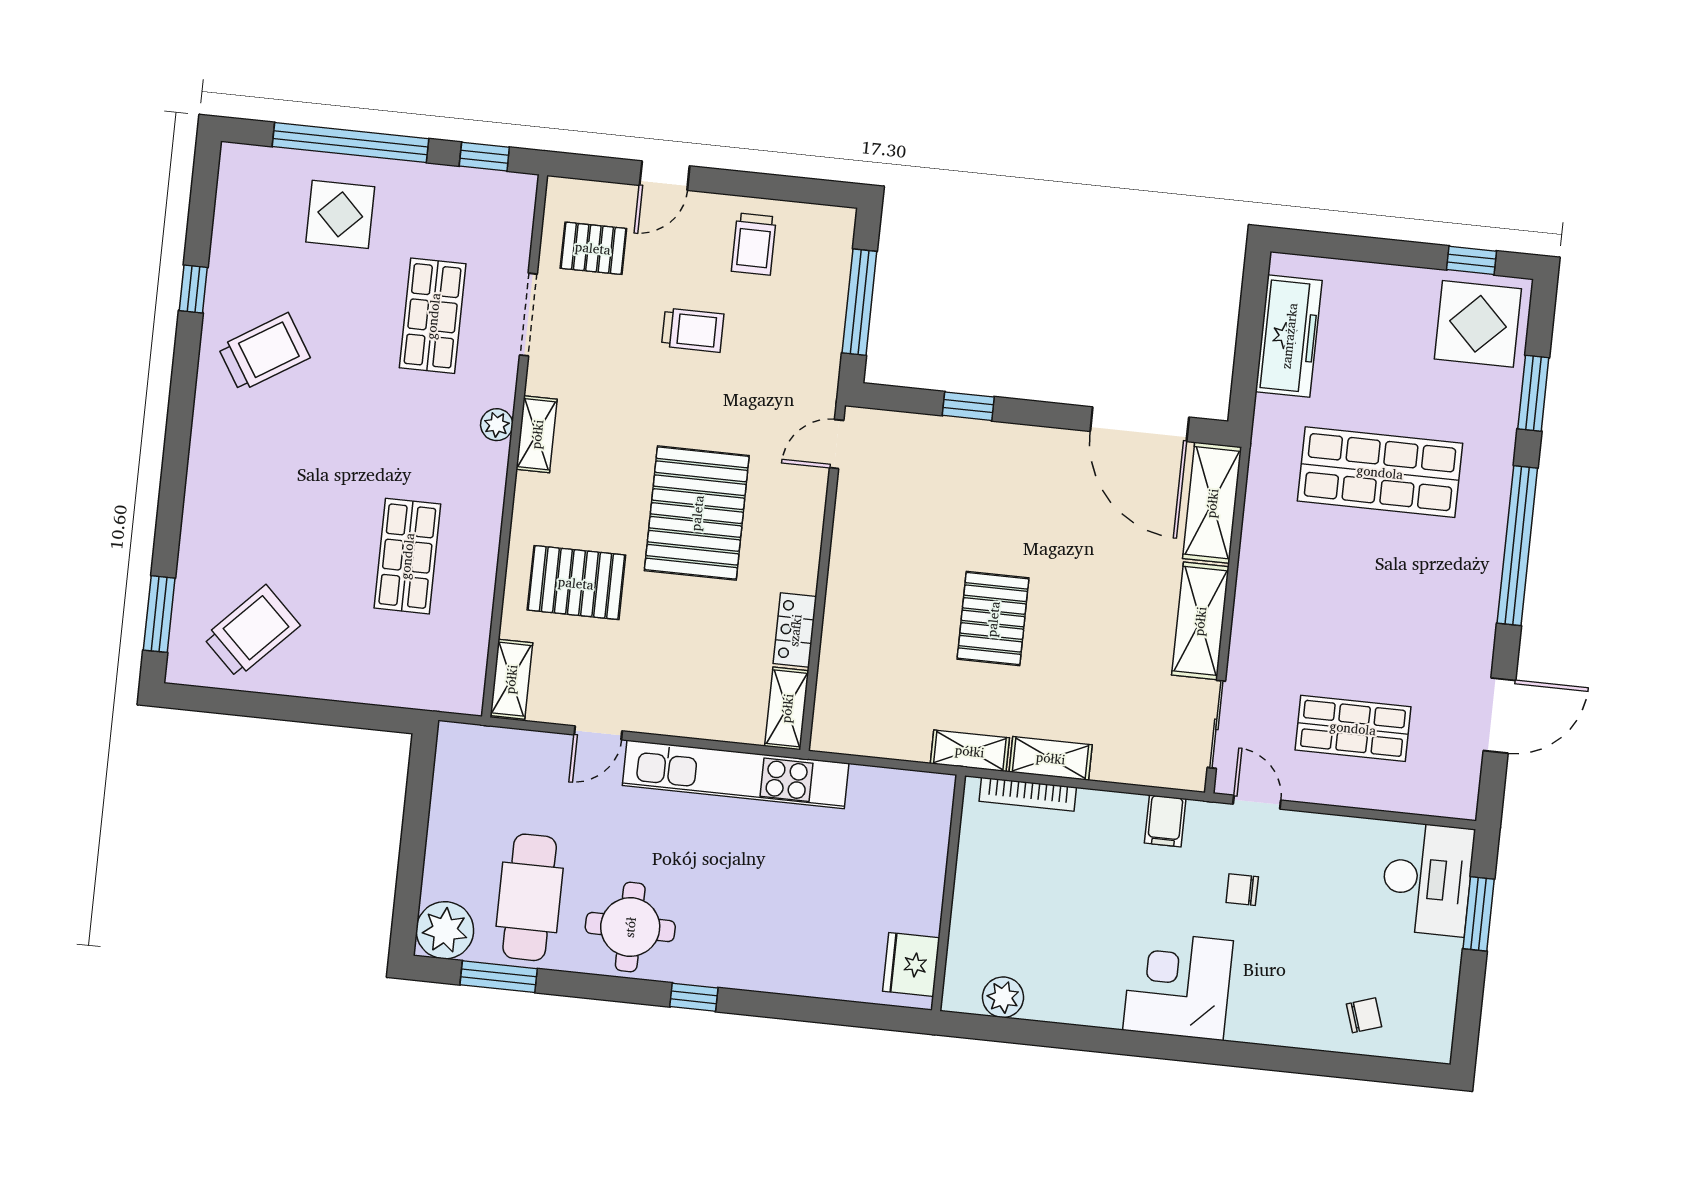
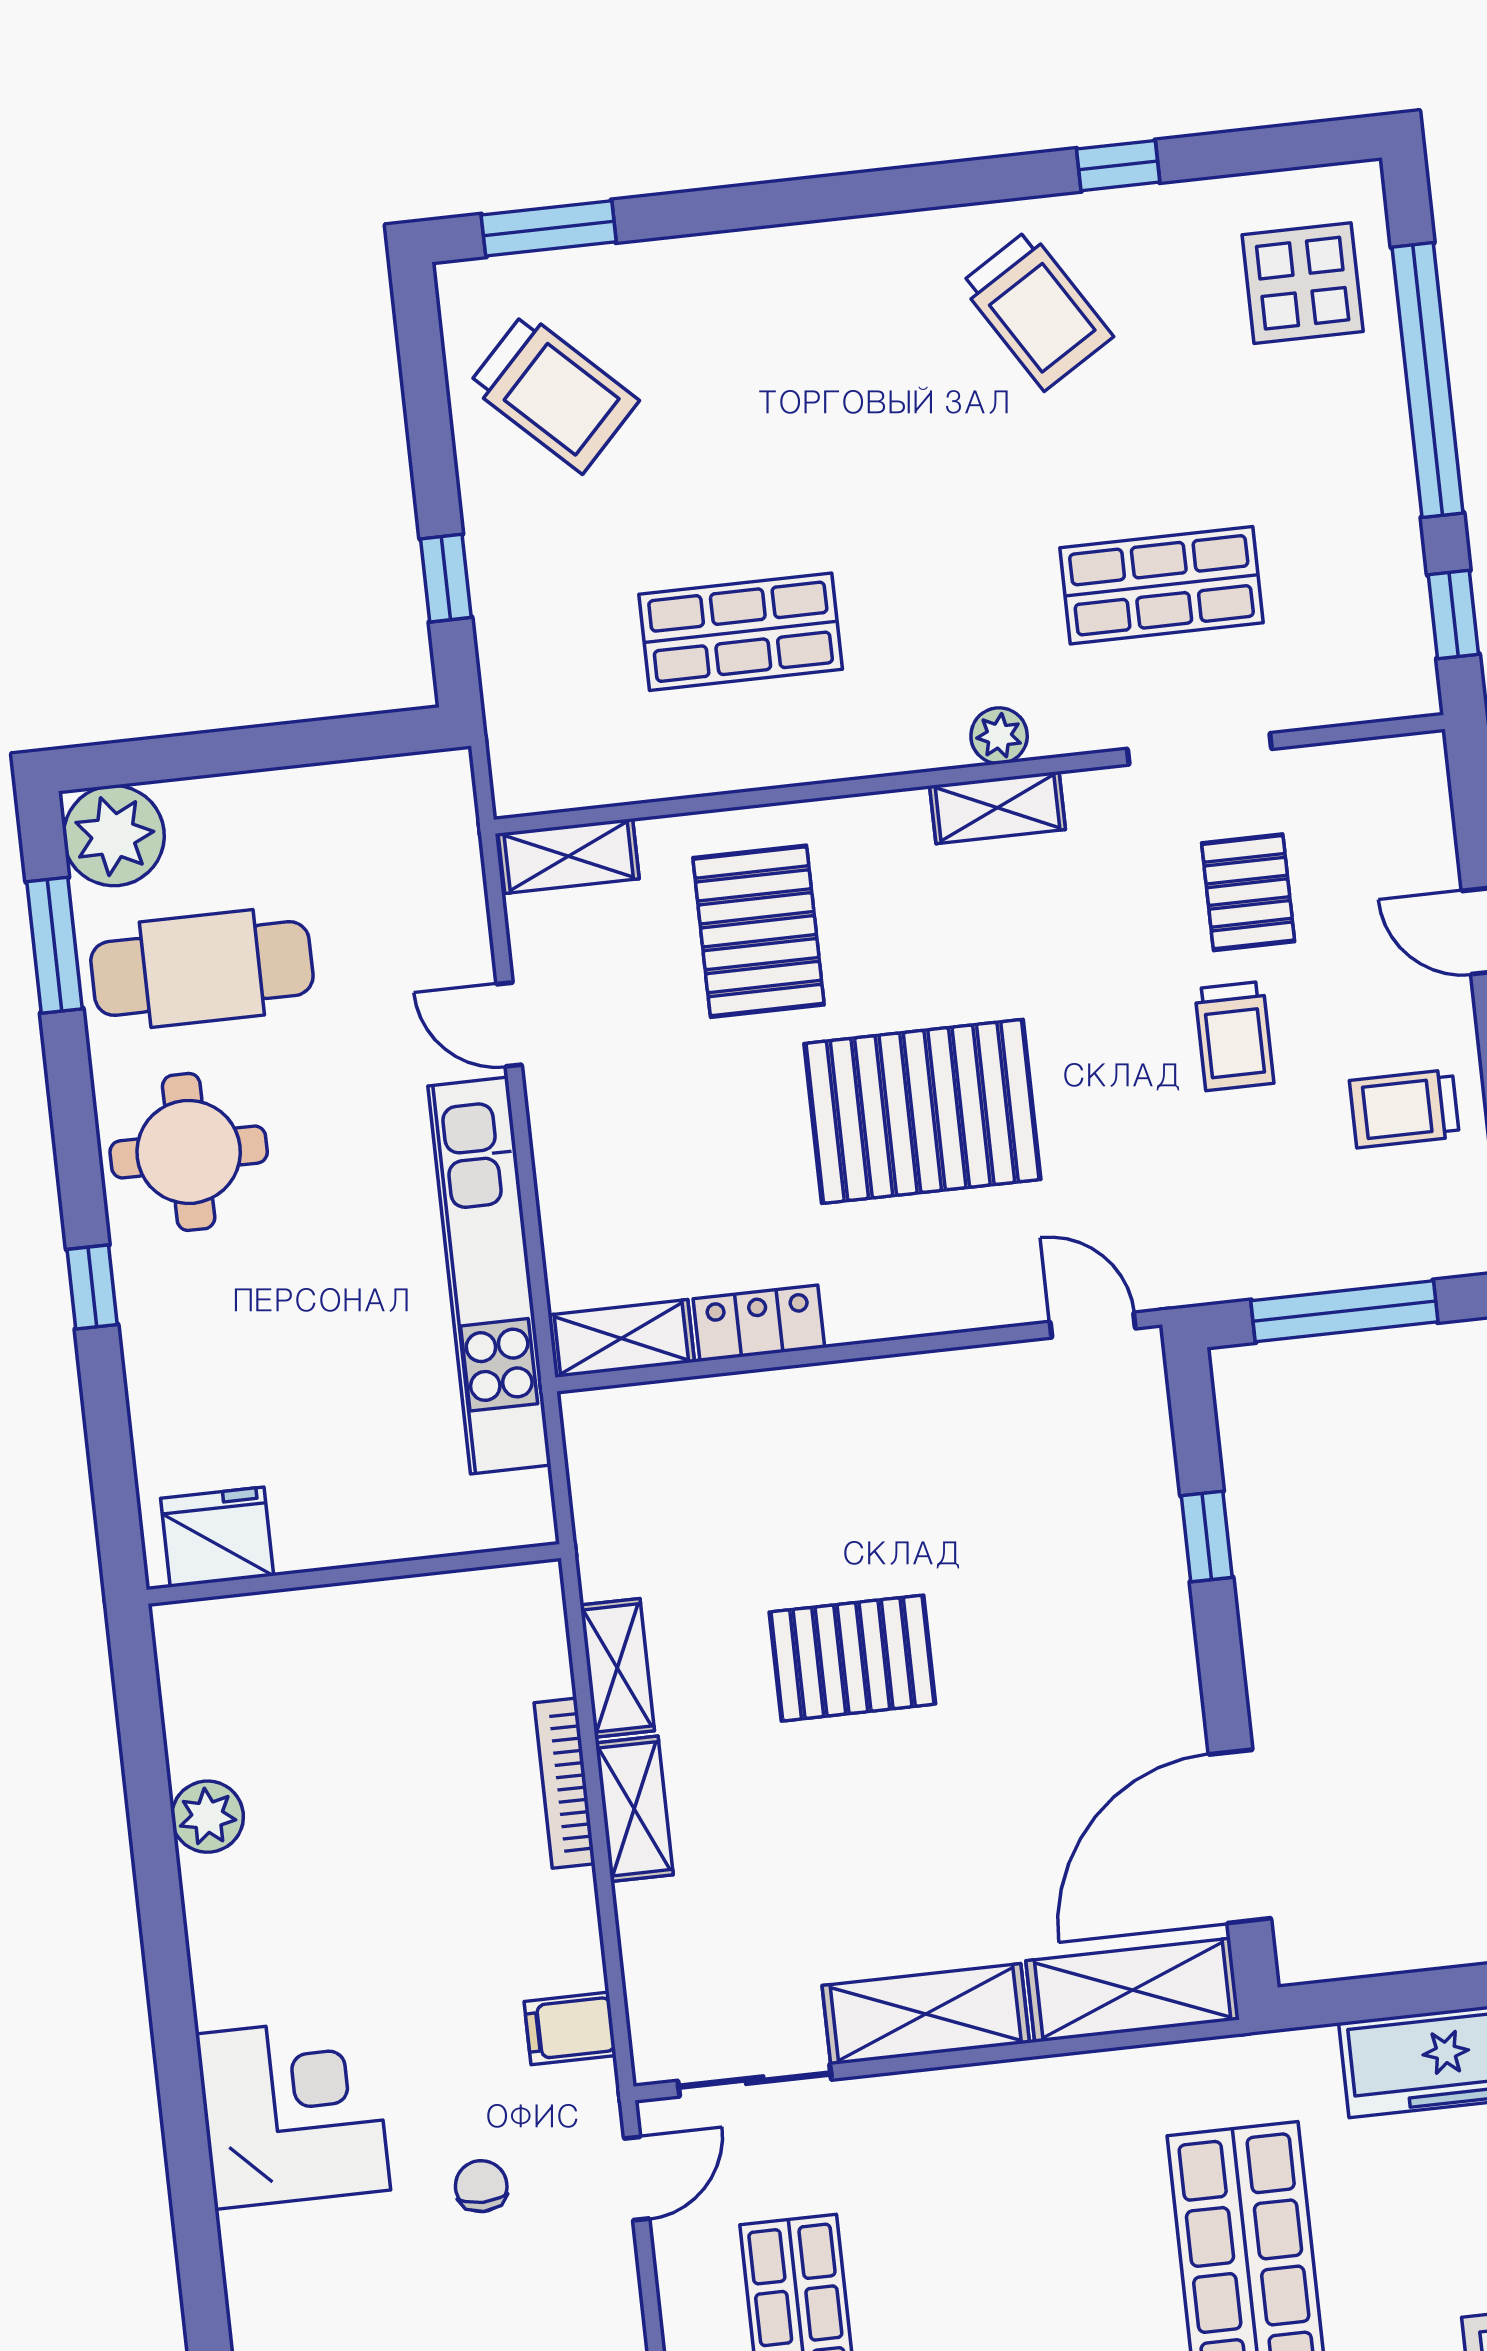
display table: (340, 214) -> (1303, 283), moved
pallet: (593, 248) -> (1248, 892), moved
window: (342, 714) -> (446, 578), added
wall: (948, 893) -> (354, 1574), moved
fridge: (911, 965) -> (217, 1537), moved

